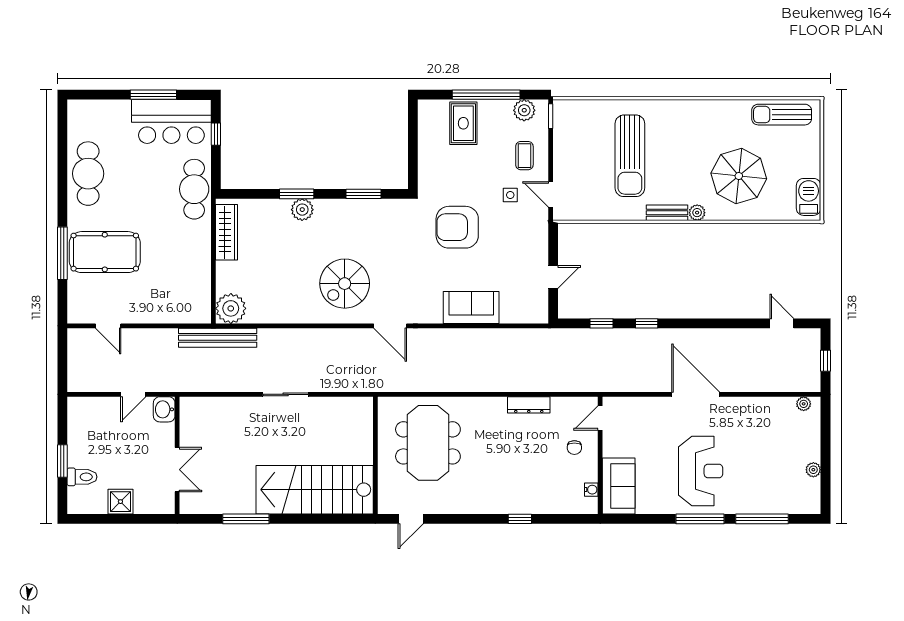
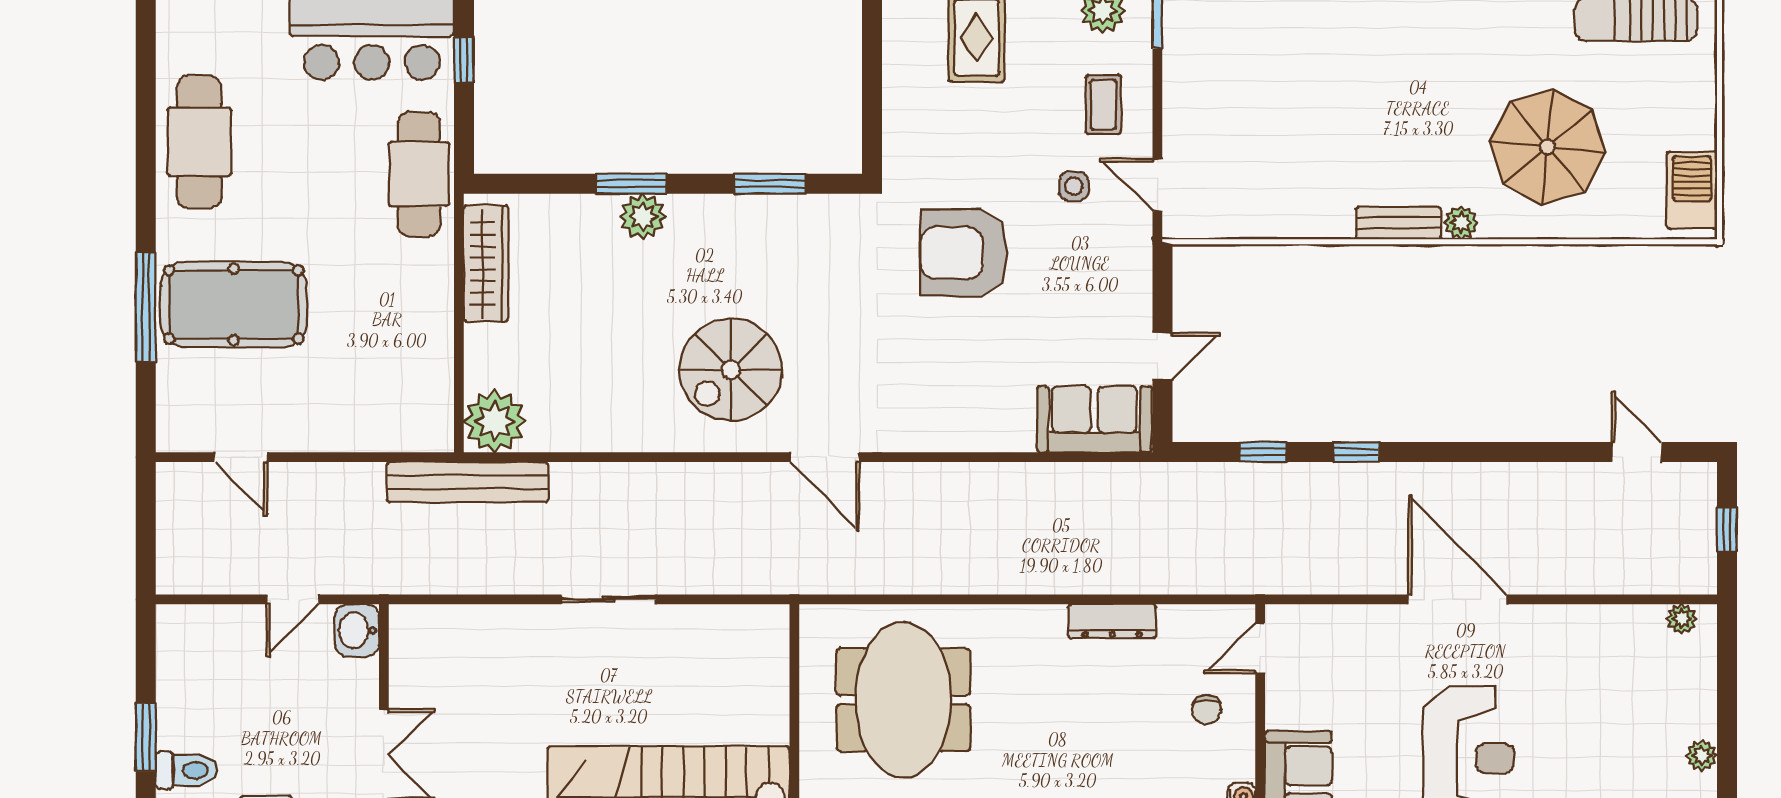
sun lounger: (630, 156) -> (1322, 105), removed
sofa: (471, 307) -> (1094, 419), moved

